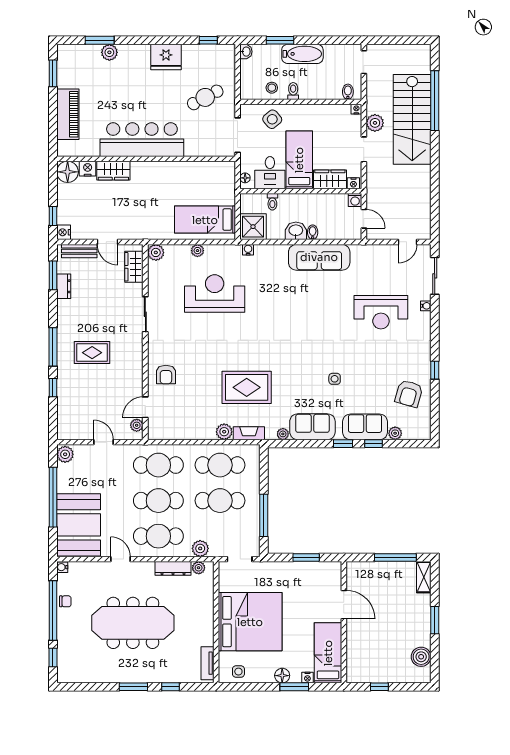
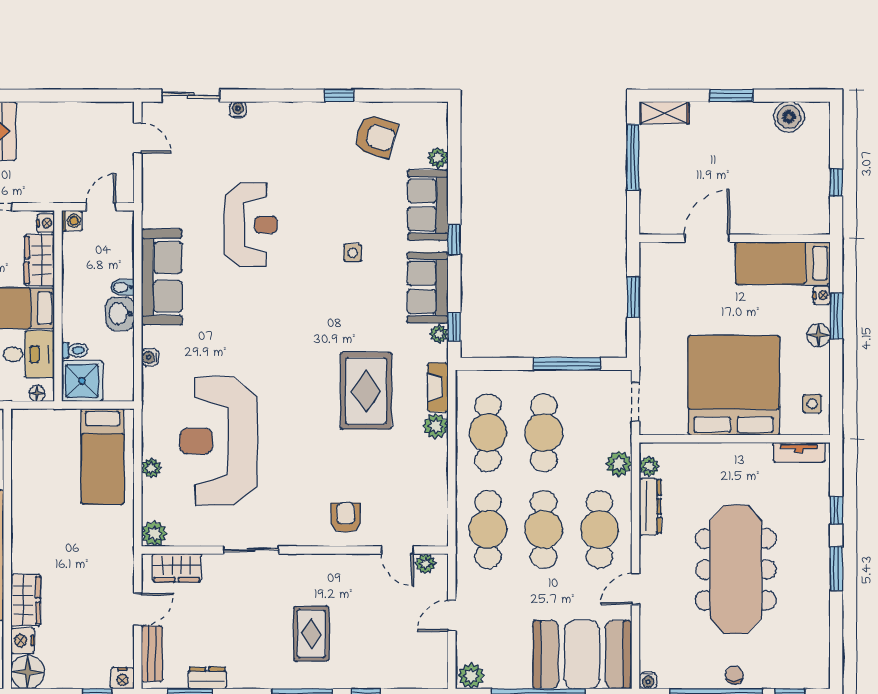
shower: (253, 227) -> (82, 381), moved
water cooler: (248, 250) -> (150, 357), moved
reception desk: (215, 293) -> (218, 441), width x1.36, depth x1.30
reception desk: (381, 312) -> (251, 225), moved
armchair: (166, 374) -> (346, 518), turned -90
window: (374, 444) -> (454, 327), moved
chair: (65, 601) -> (734, 675), moved

